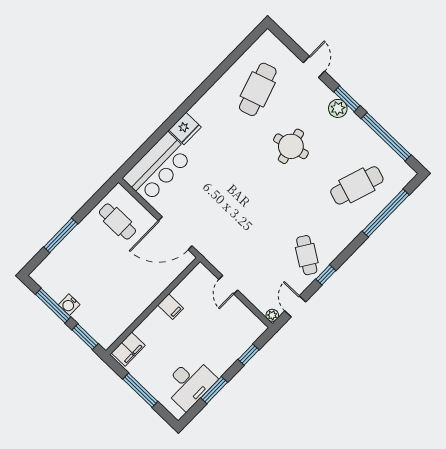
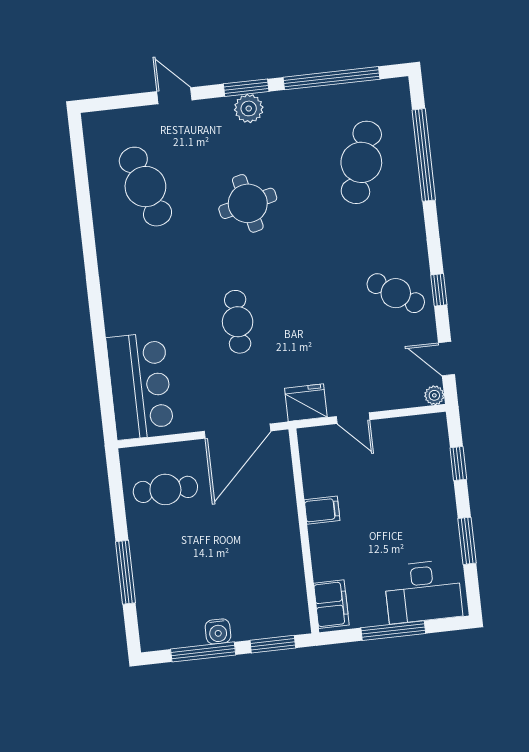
fridge: (185, 129) -> (306, 403), moved, turned -90
cafe table: (229, 189) -> (238, 322), added
desk: (189, 383) -> (423, 592), moved, turned 90

